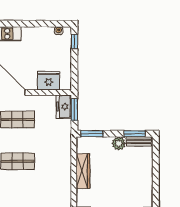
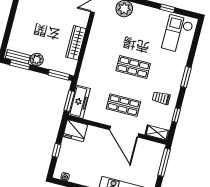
window: (74, 42) -> (56, 150), moved
fridge: (49, 81) -> (75, 131), moved
freezer: (64, 107) -> (79, 102), width x1.40

